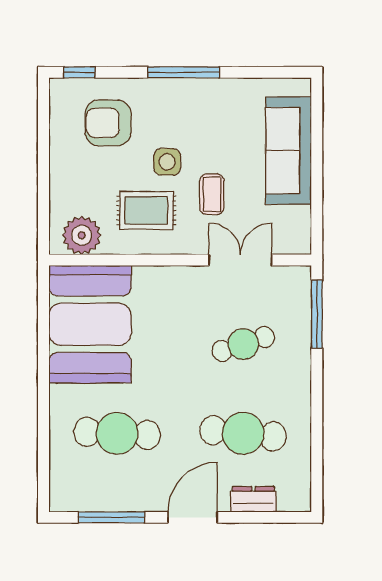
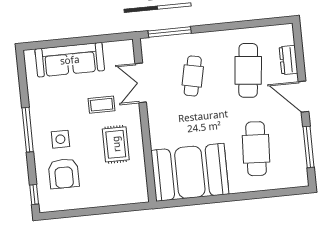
side table: (167, 162) -> (60, 139), moved
plant: (82, 235) -> (135, 183), removed
cafe table: (243, 344) -> (193, 76), turned 30

